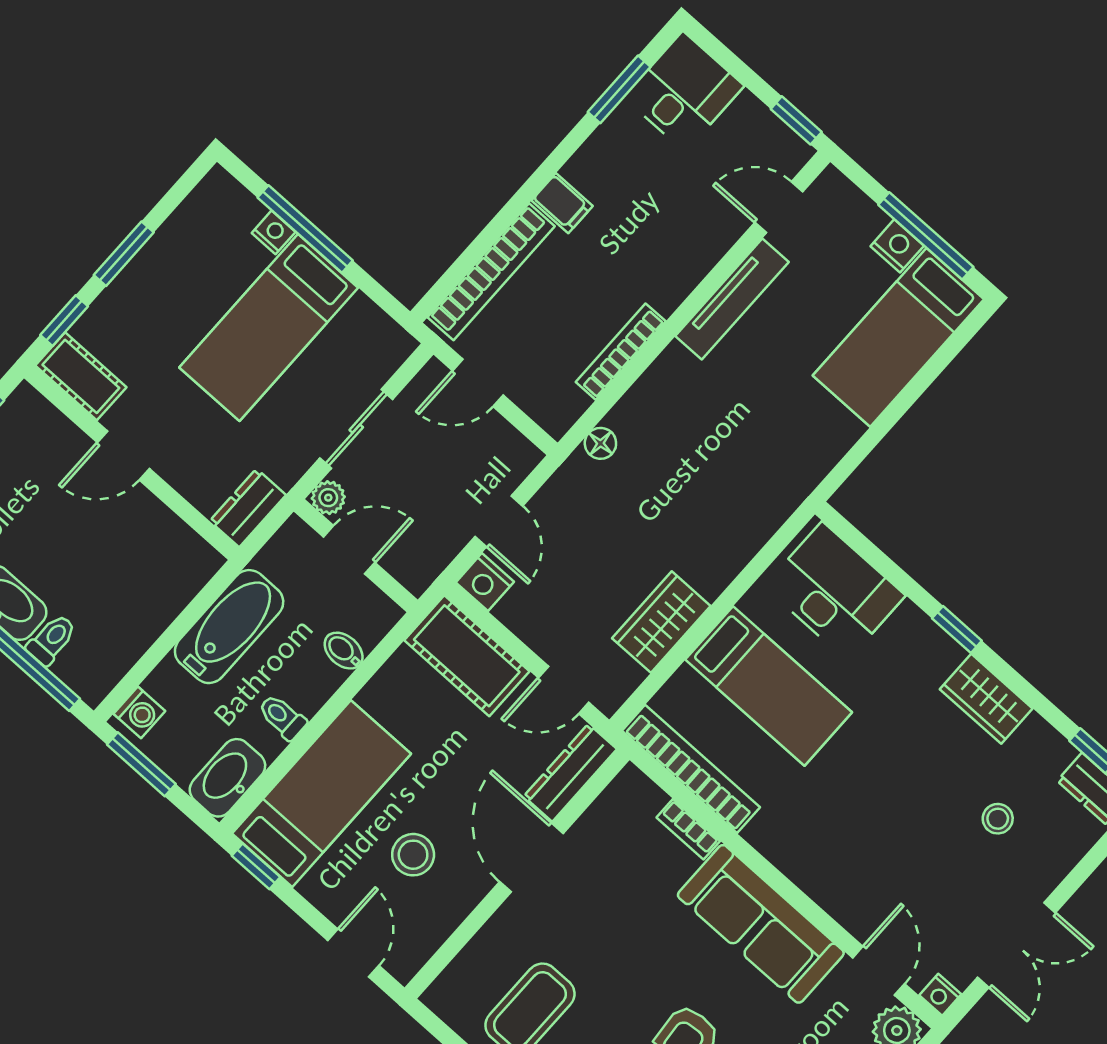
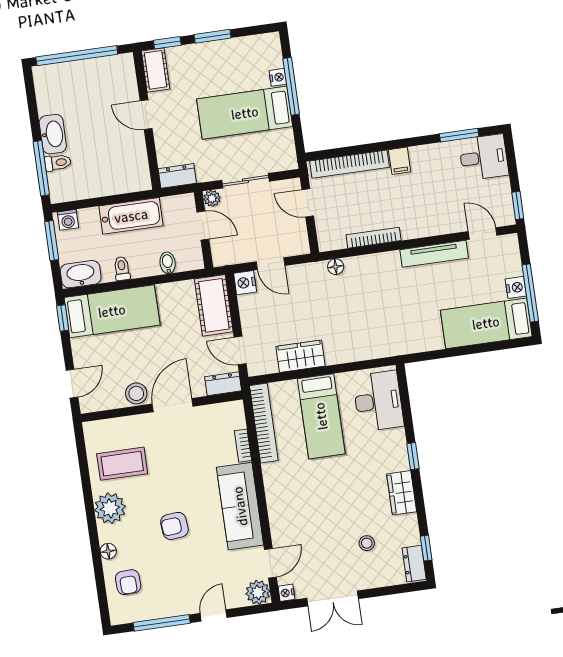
door: (499, 521) -> (270, 264), hinge flipped
dresser: (570, 773) -> (223, 384), width x0.70
stool: (413, 855) -> (136, 393), moved

